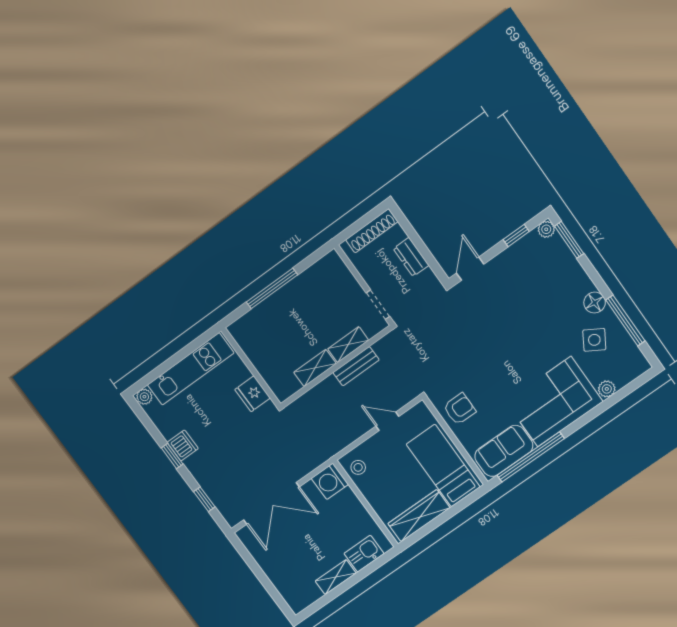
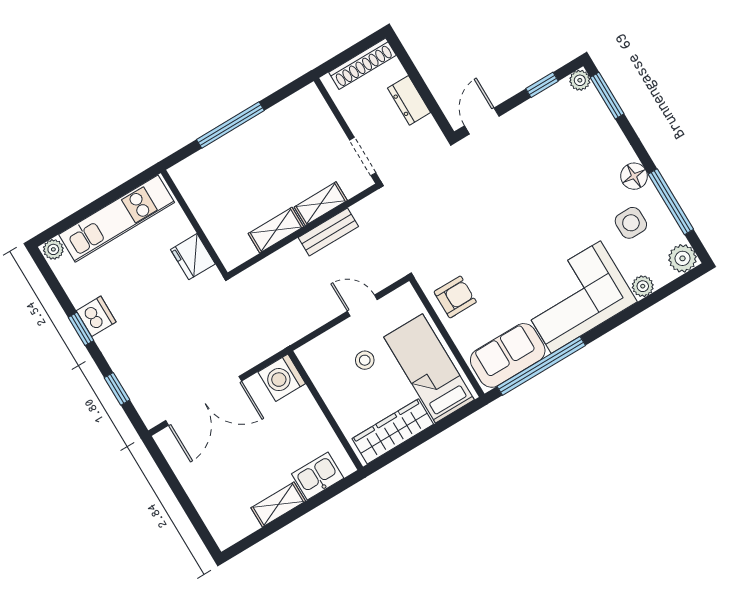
side table: (594, 340) -> (631, 223), turned -31
plant: (637, 365) -> (682, 258), added
stool: (358, 467) -> (365, 360), moved

